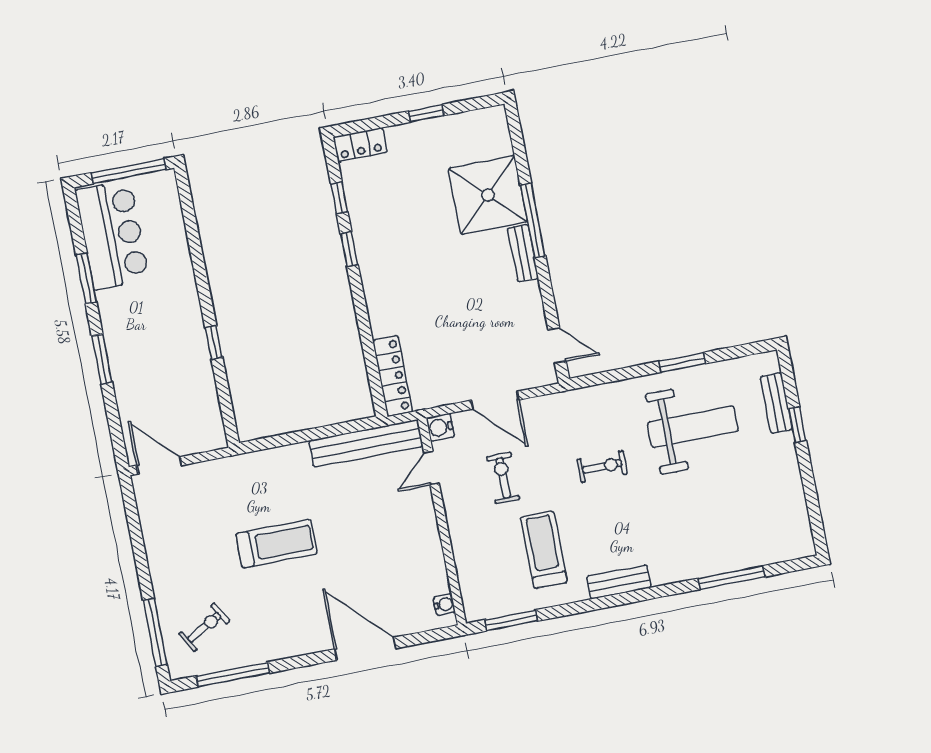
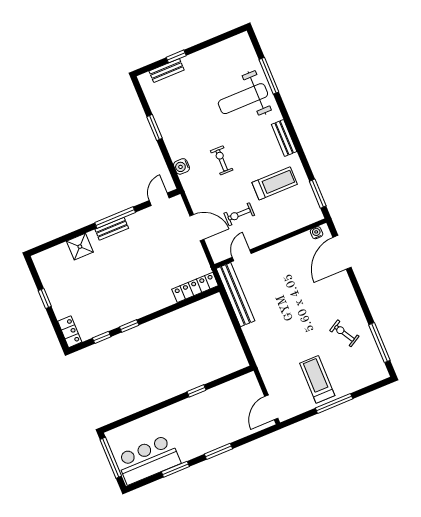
shower: (488, 195) -> (80, 247), width x0.54, depth x0.54
window: (533, 220) -> (115, 218), moved
door: (495, 400) -> (197, 228), hinge flipped
water cooler: (440, 427) -> (182, 166), moved, turned 90
weight bench: (693, 427) -> (243, 99), moved, turned -90
door: (431, 468) -> (242, 255), swing flipped
treadmill: (277, 544) -> (317, 379), moved
treadmill: (544, 550) -> (275, 183), turned 180
exercise bike: (204, 627) -> (344, 333), moved
window: (155, 632) -> (334, 403), moved
door: (365, 649) -> (342, 252), moved

